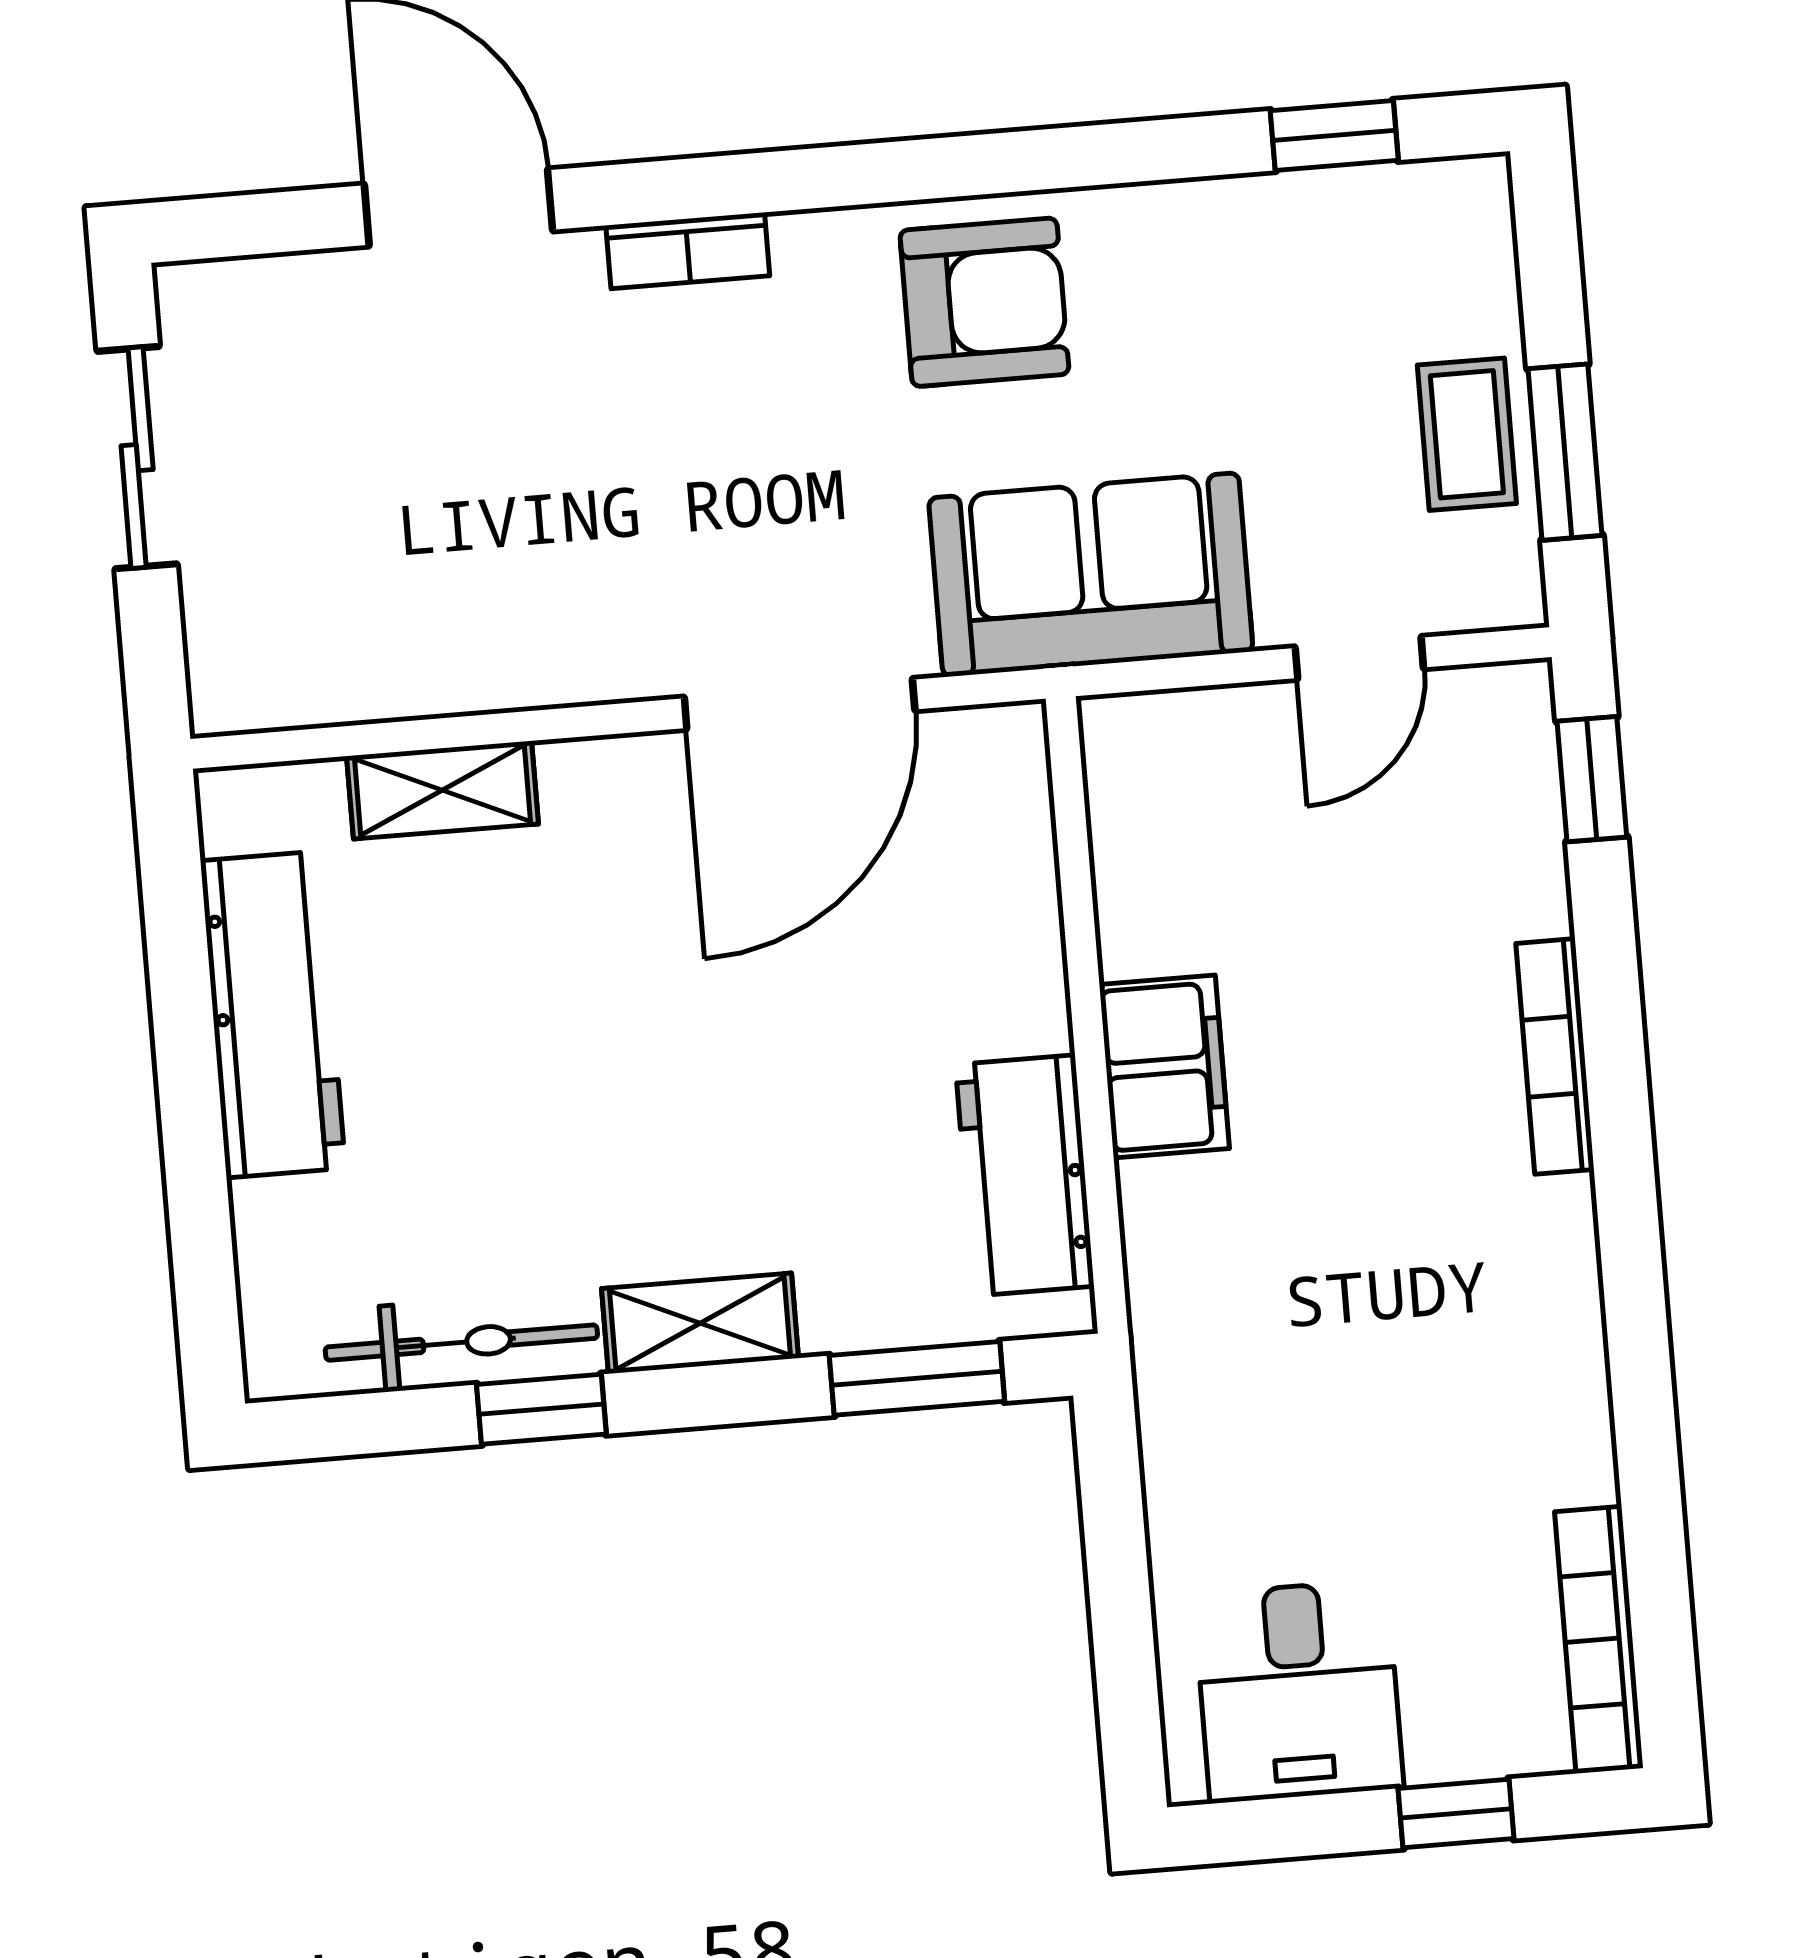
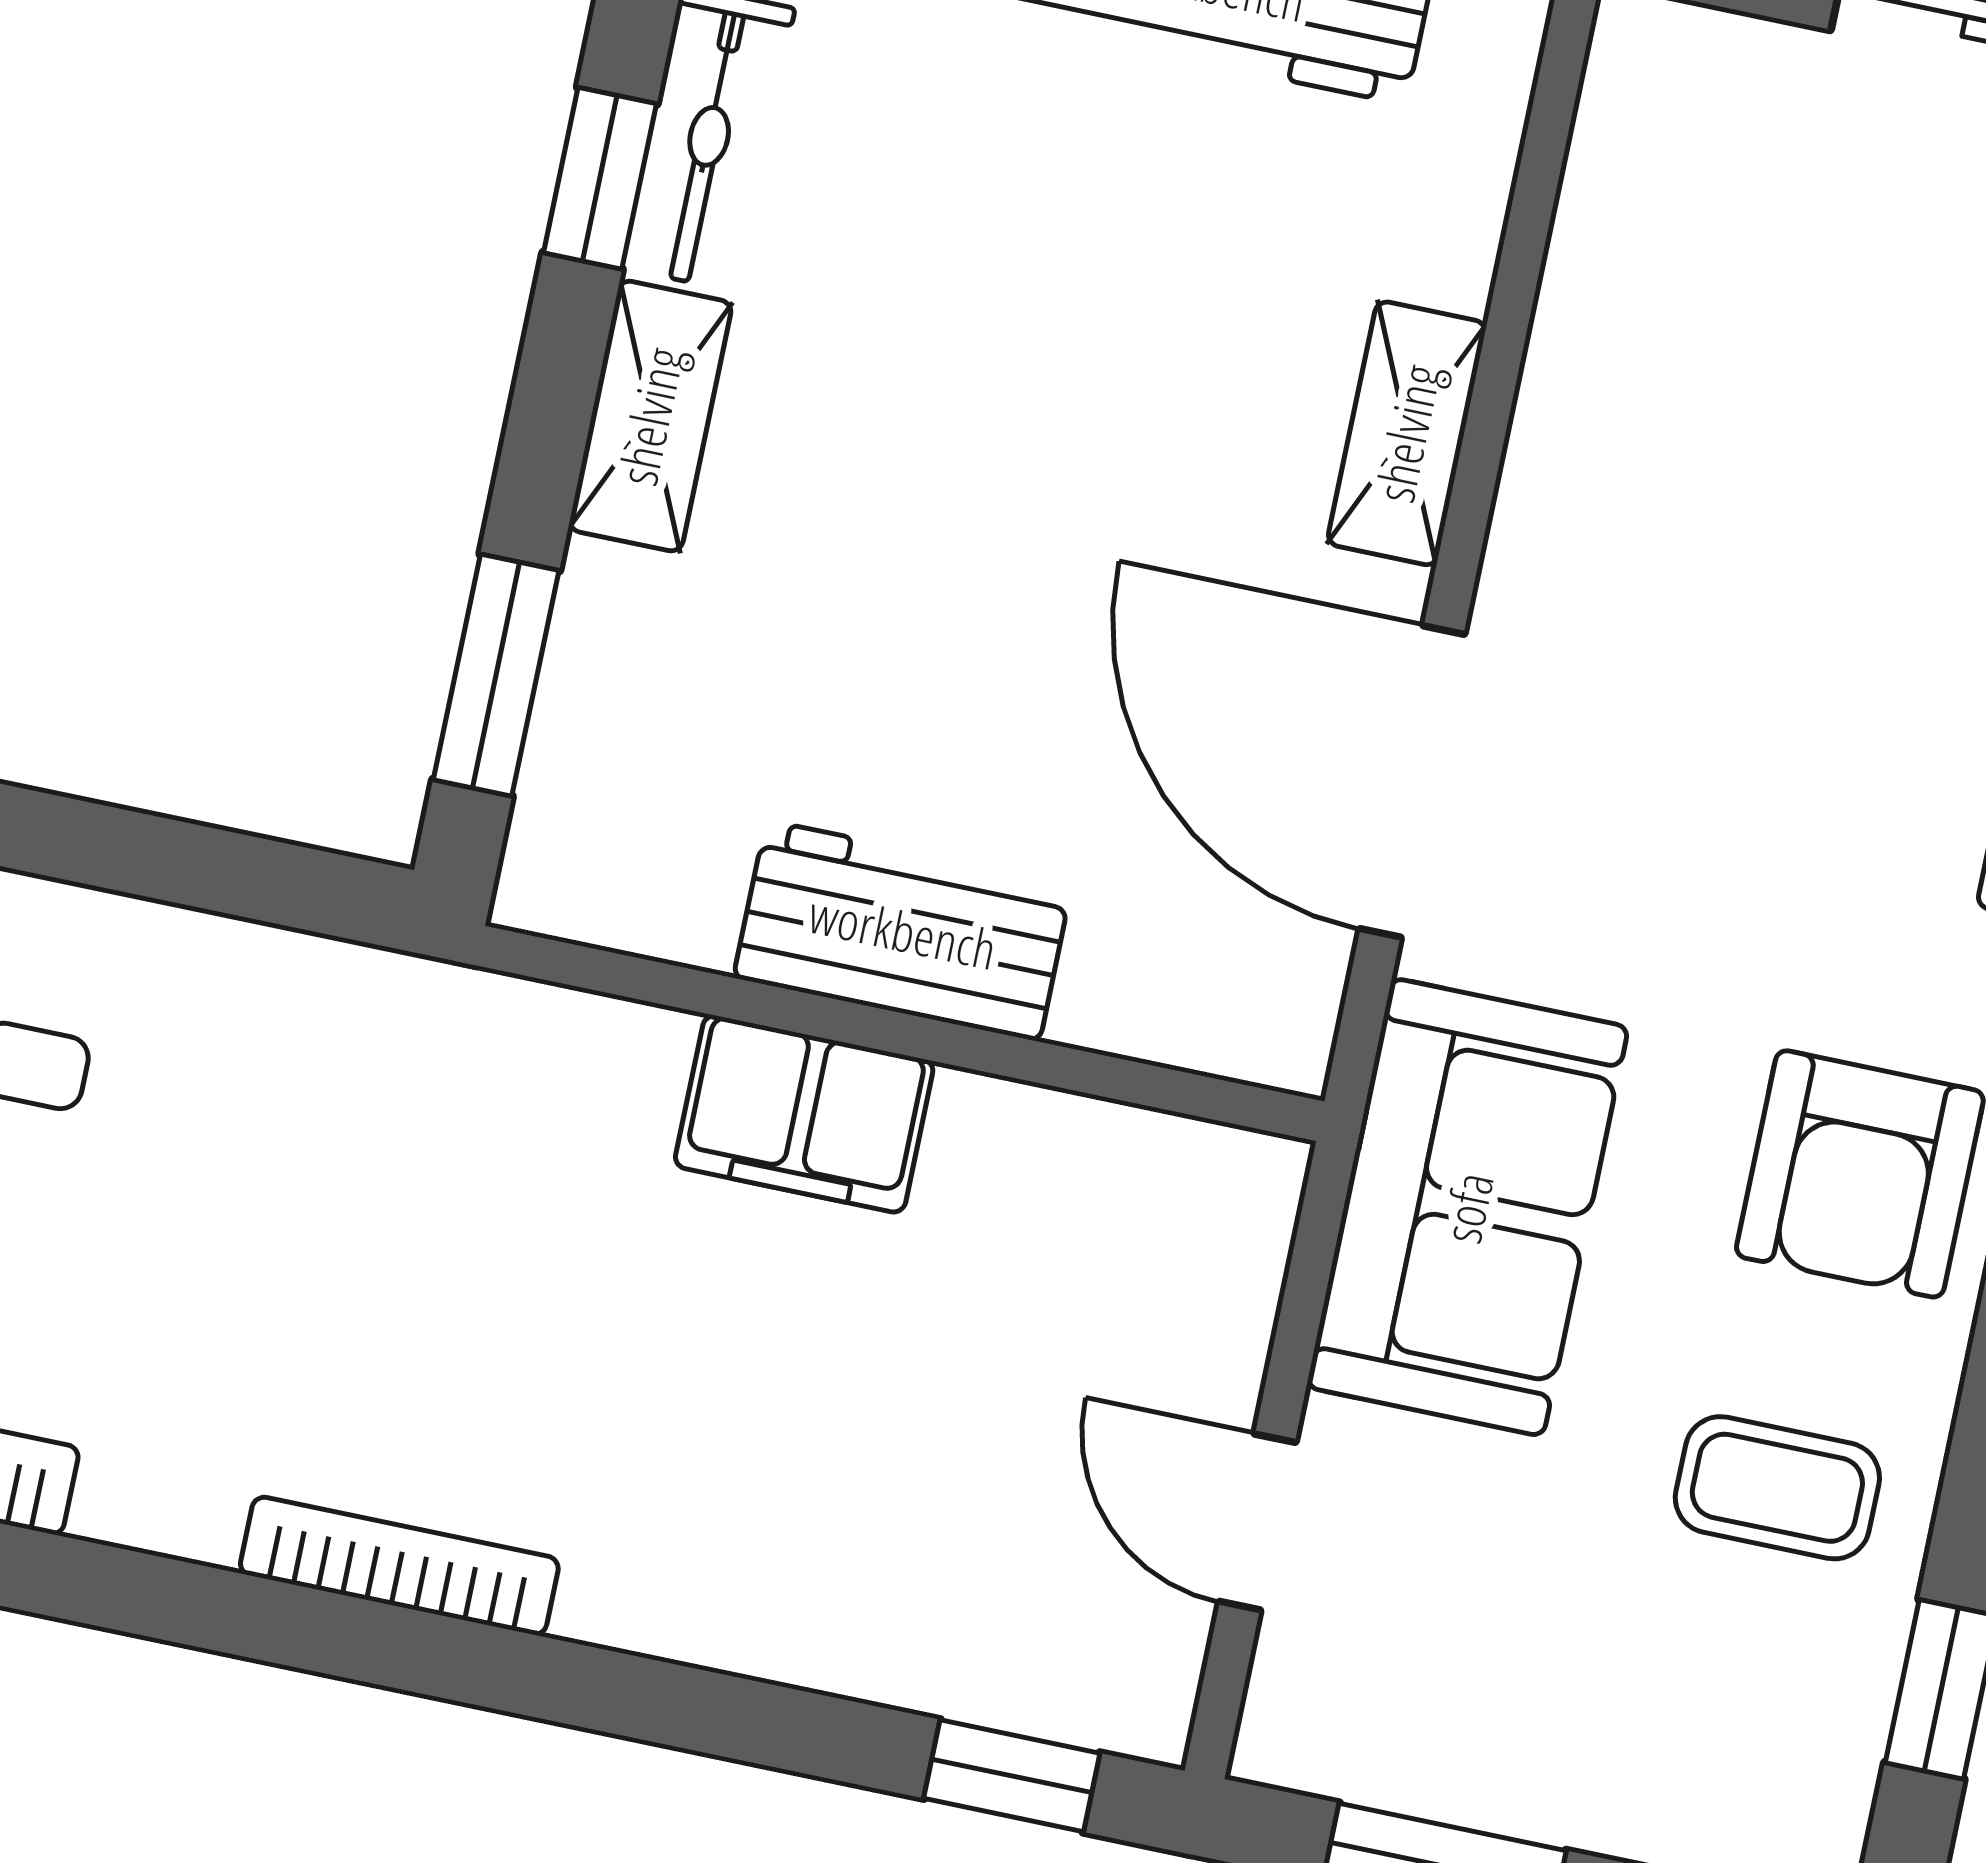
coffee table: (1467, 434) -> (1777, 1488), moved
shelving: (443, 790) -> (1407, 433), moved
bookcase: (1555, 1056) -> (399, 1566), moved
workbench: (1025, 1175) -> (903, 931), moved

